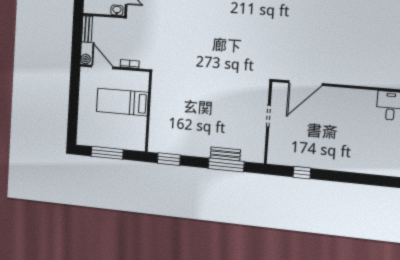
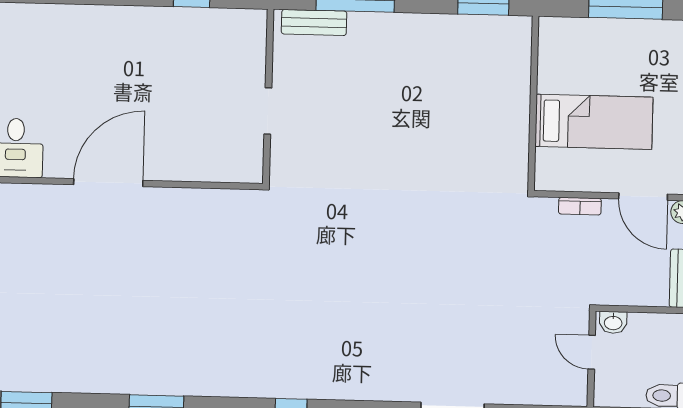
door: (305, 83) -> (108, 183), moved
bench: (225, 154) -> (314, 23), moved

